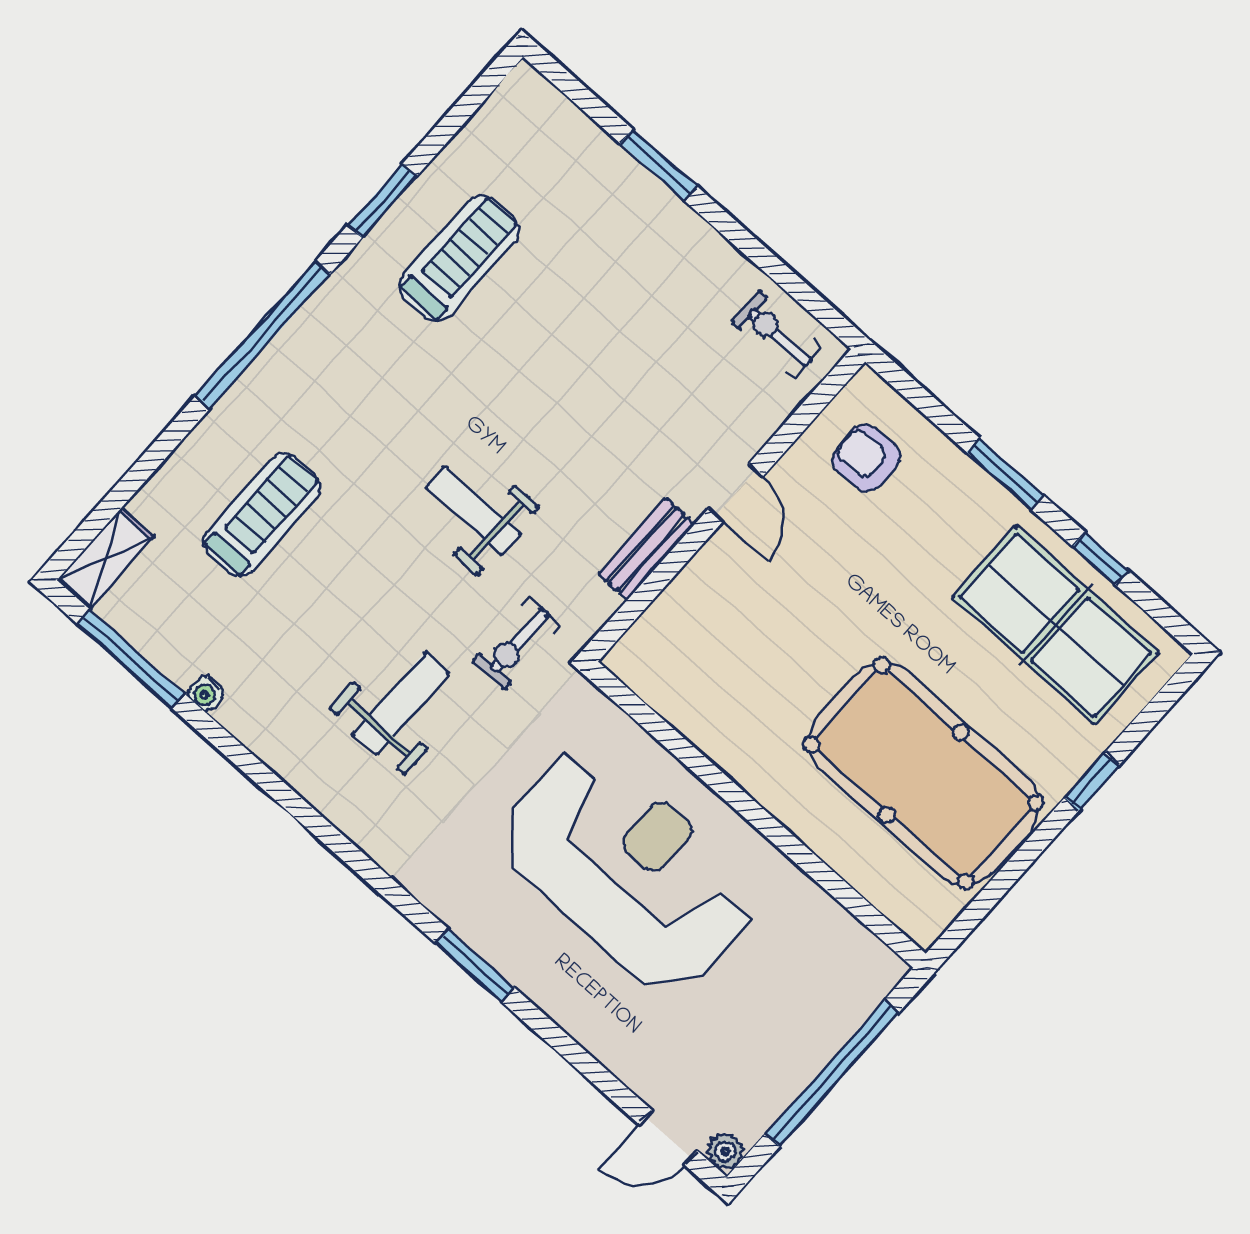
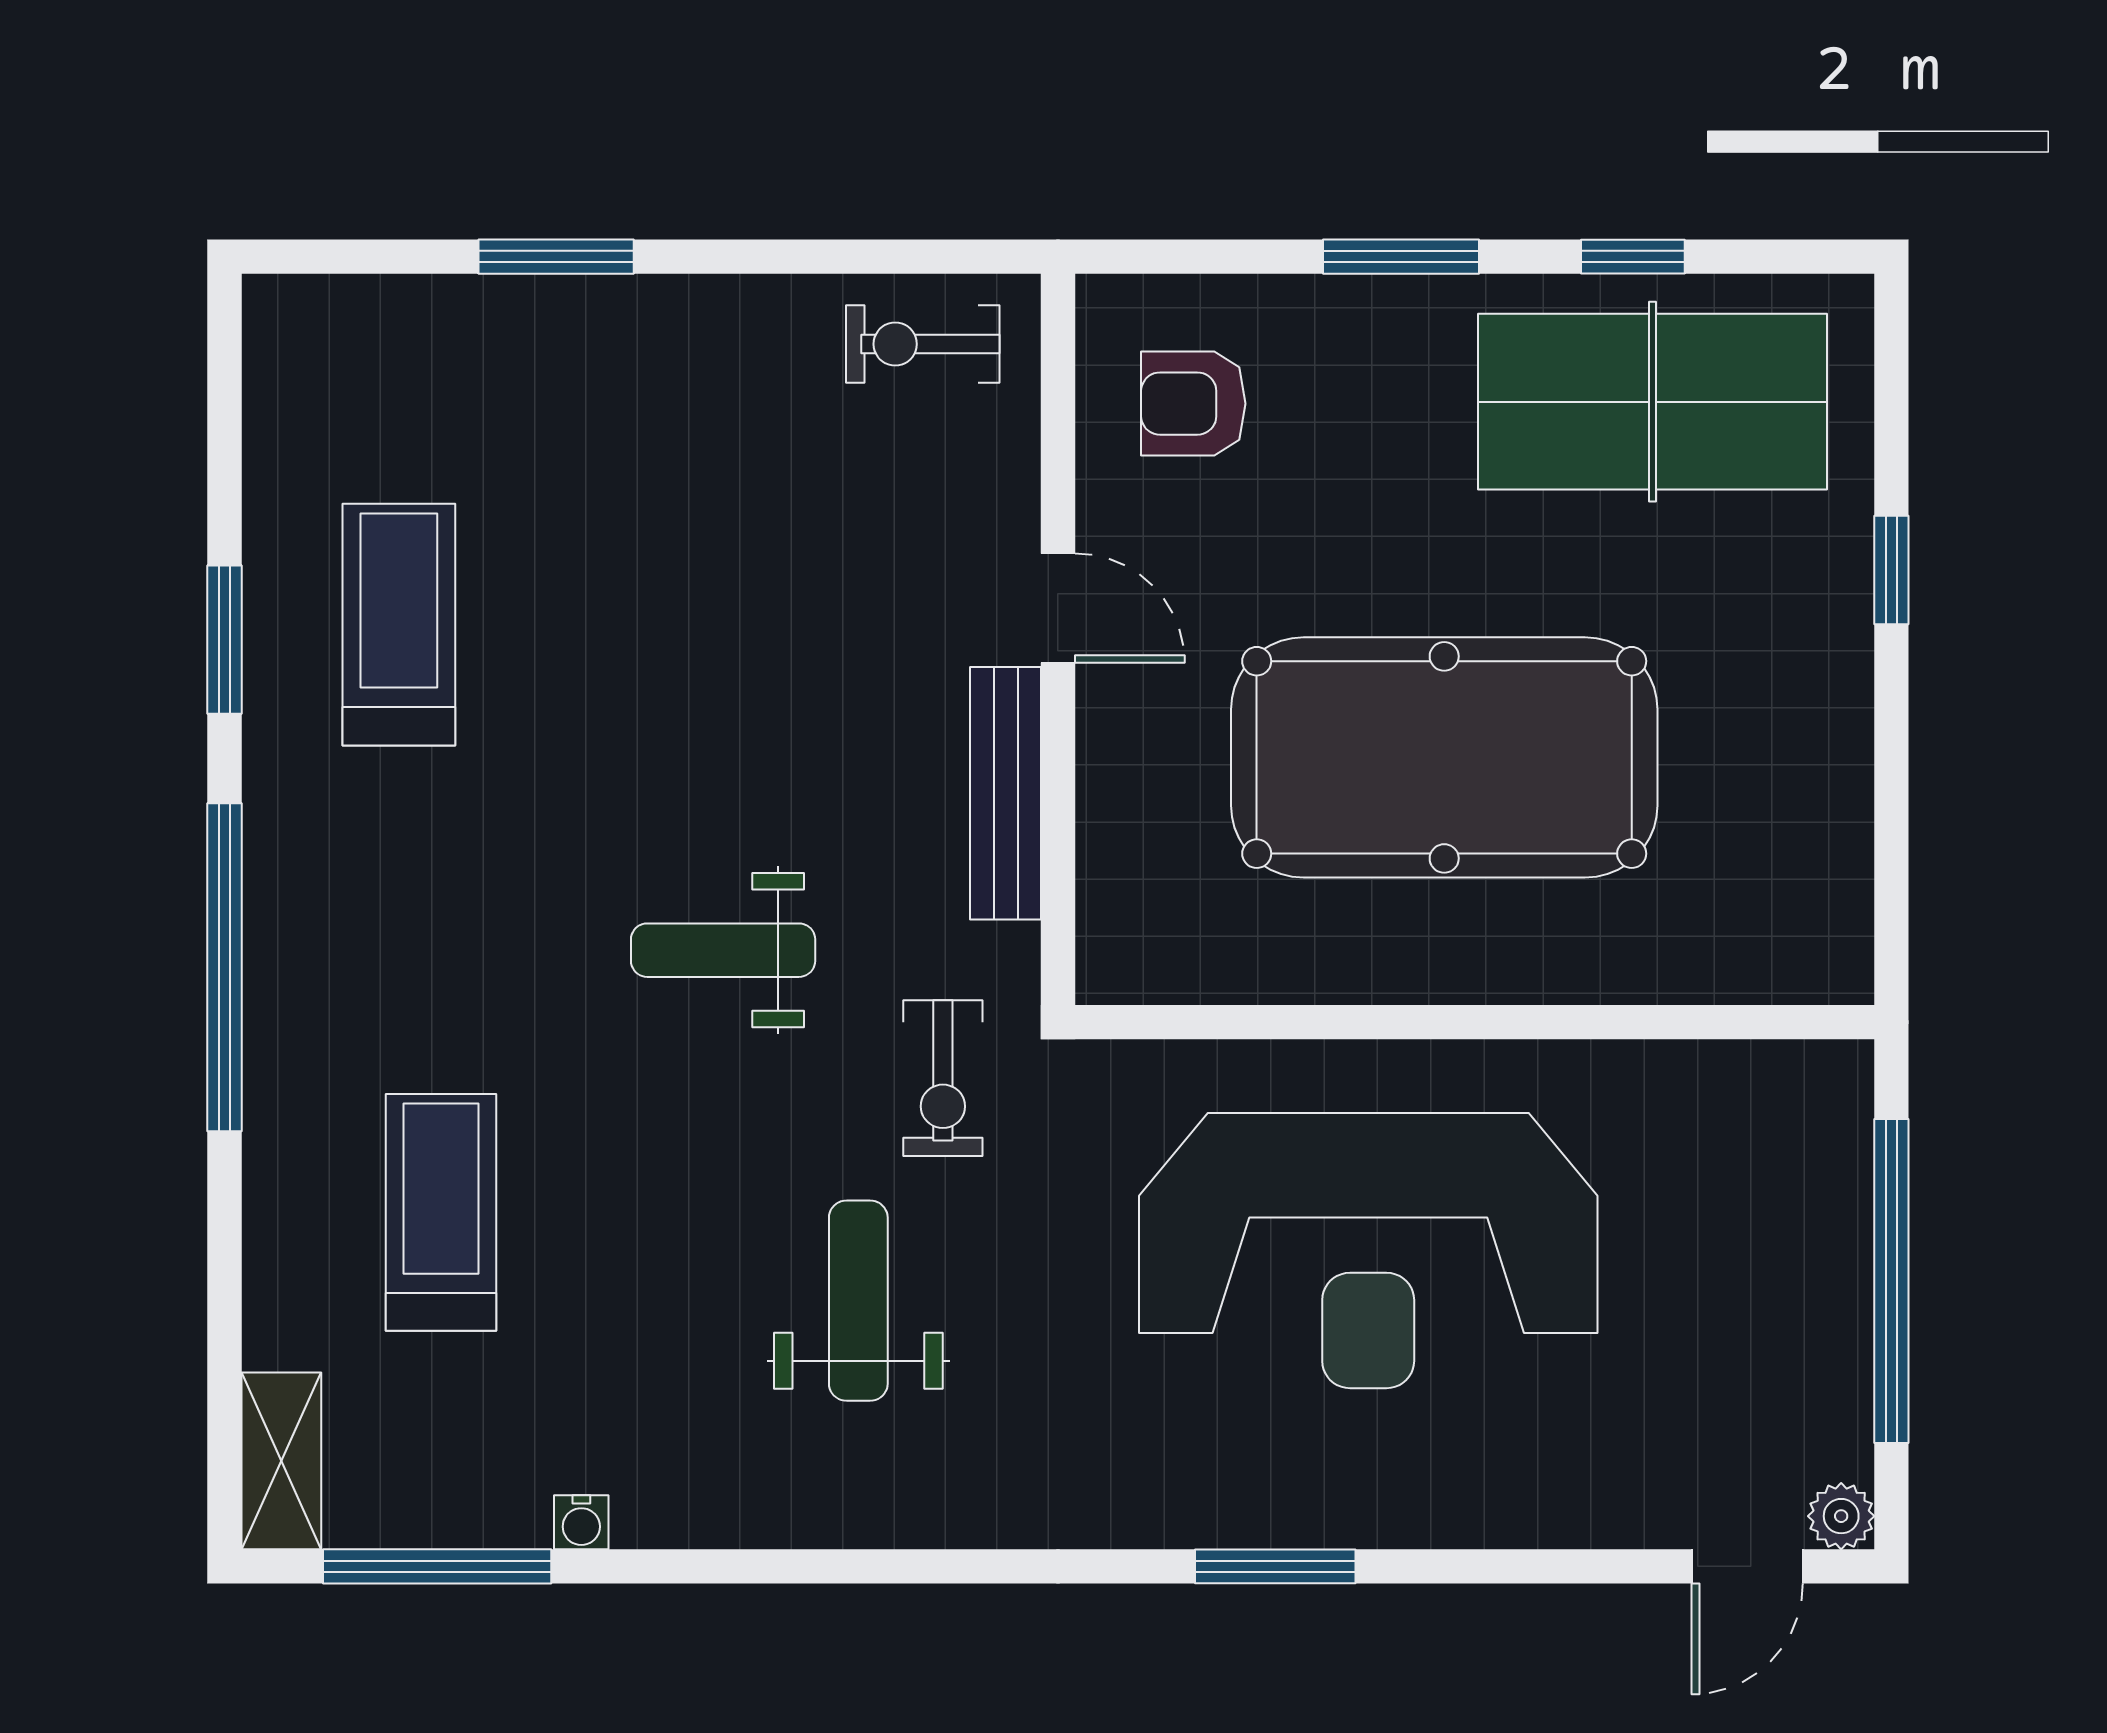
bench: (647, 549) -> (1006, 793), width x1.36
pool table: (924, 774) -> (1444, 757), moved
reception desk: (628, 870) -> (1368, 1251), turned 180

